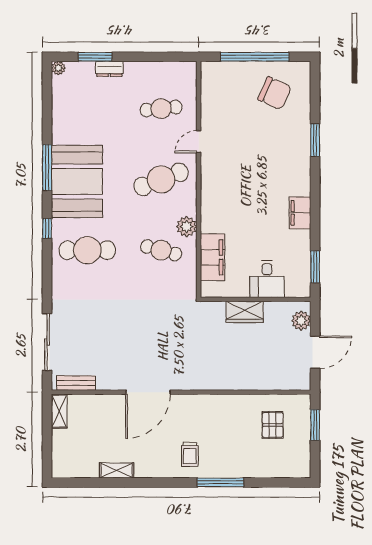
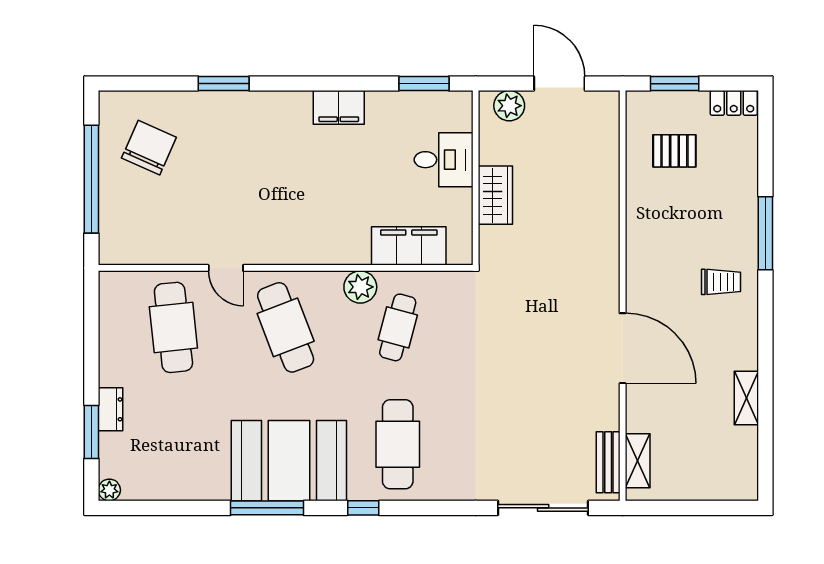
cafe table: (161, 109) -> (173, 327), width x1.37, depth x1.35
shelving: (59, 411) -> (638, 461), moved, turned 90
locker: (303, 462) -> (734, 103), added

